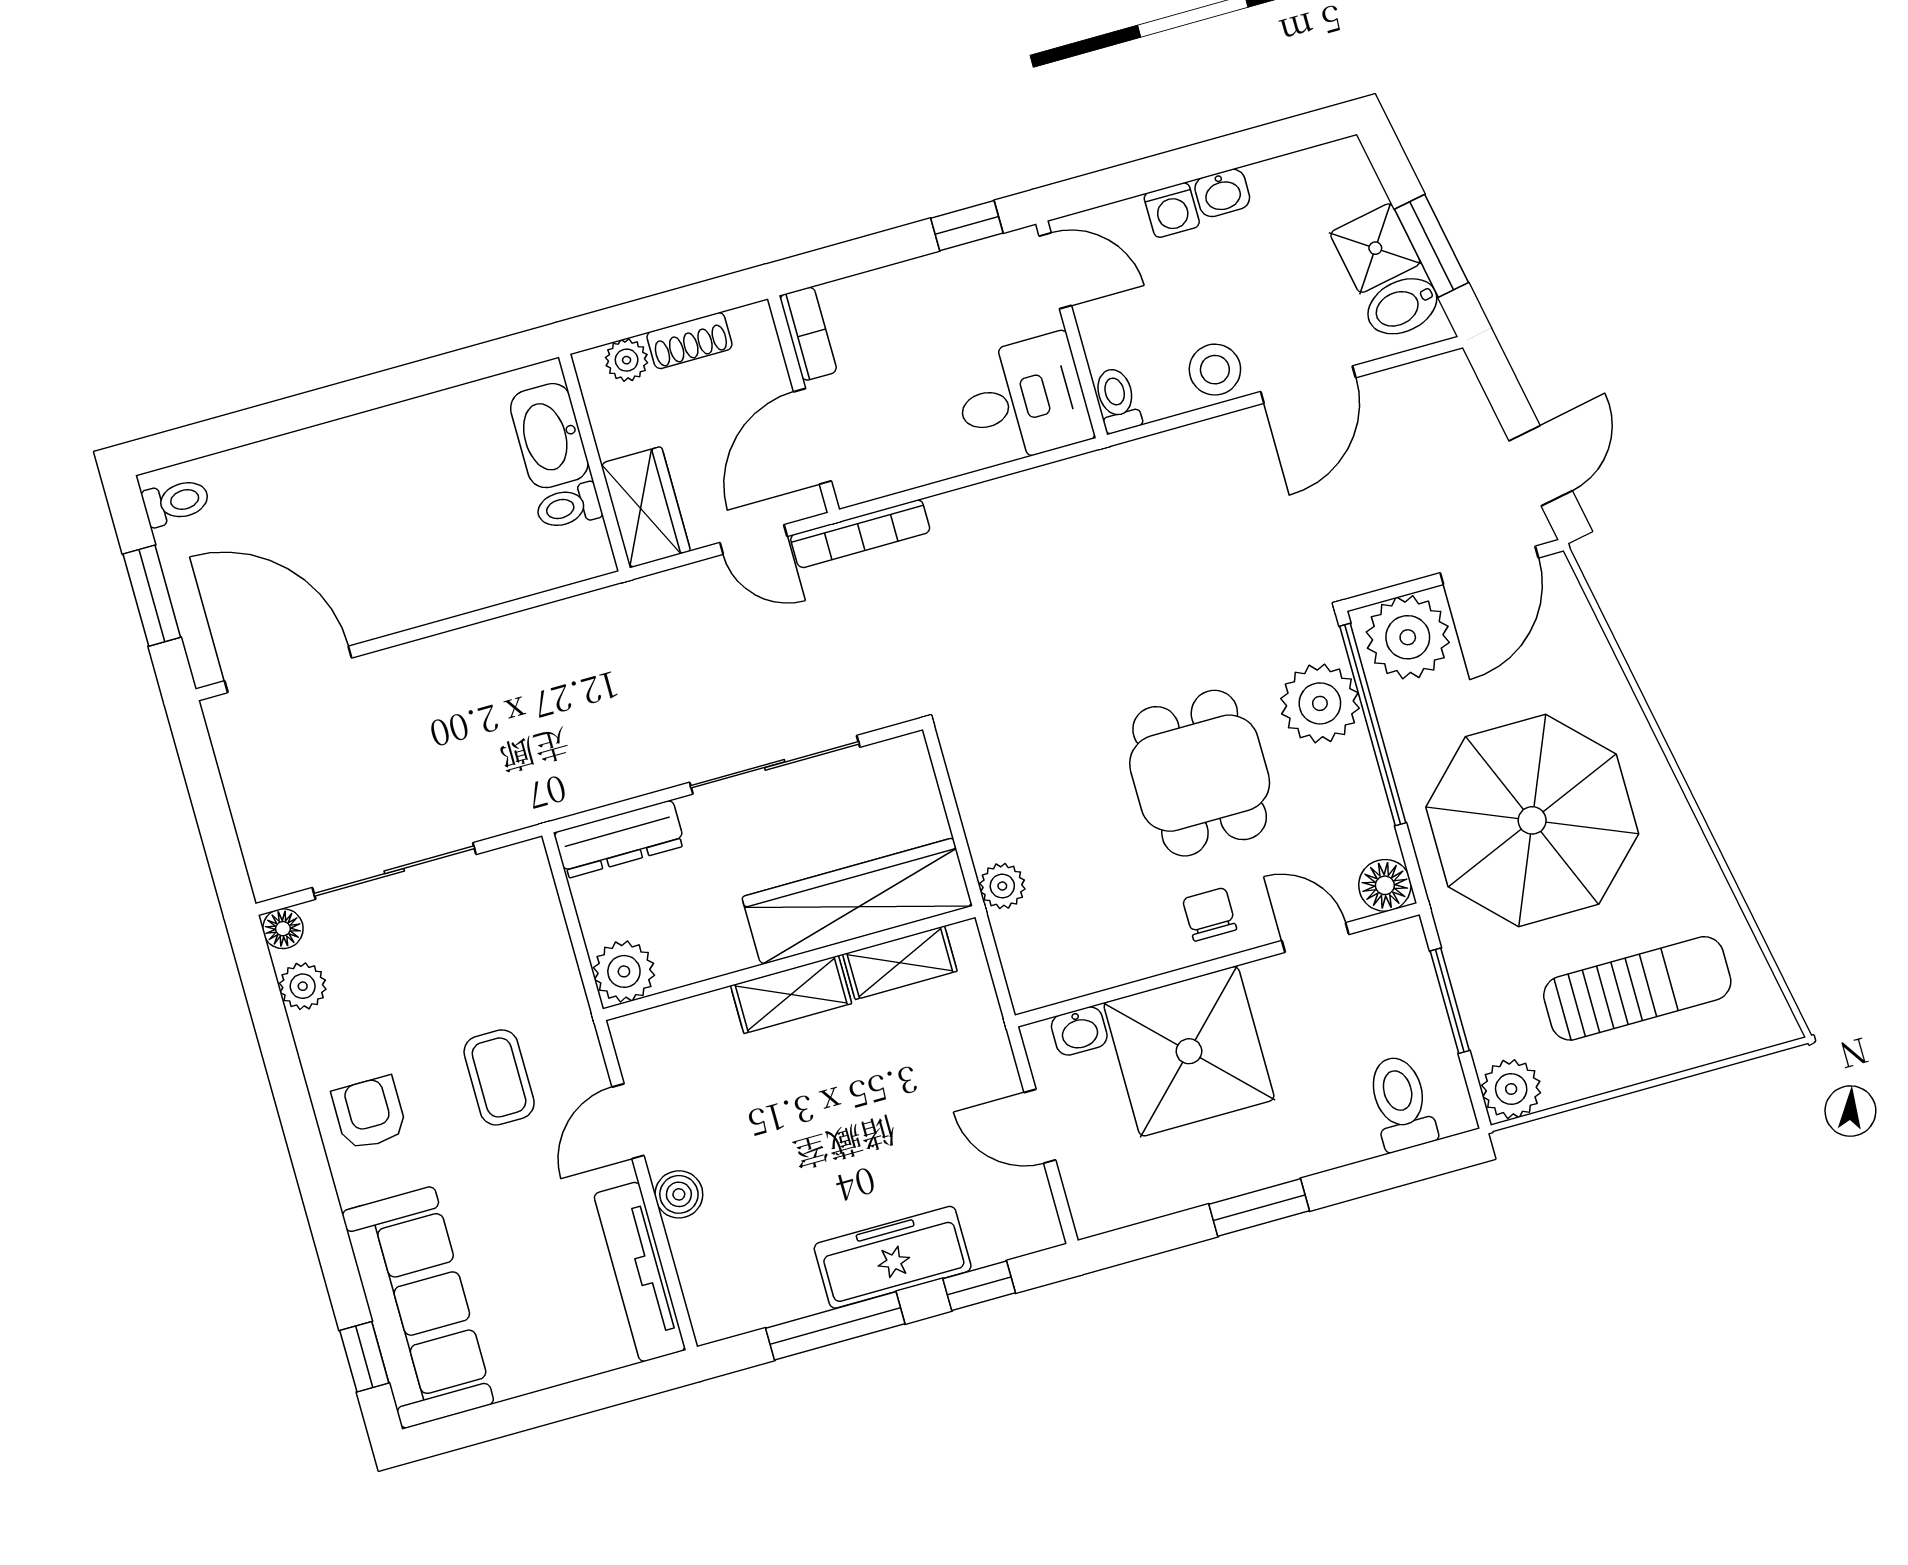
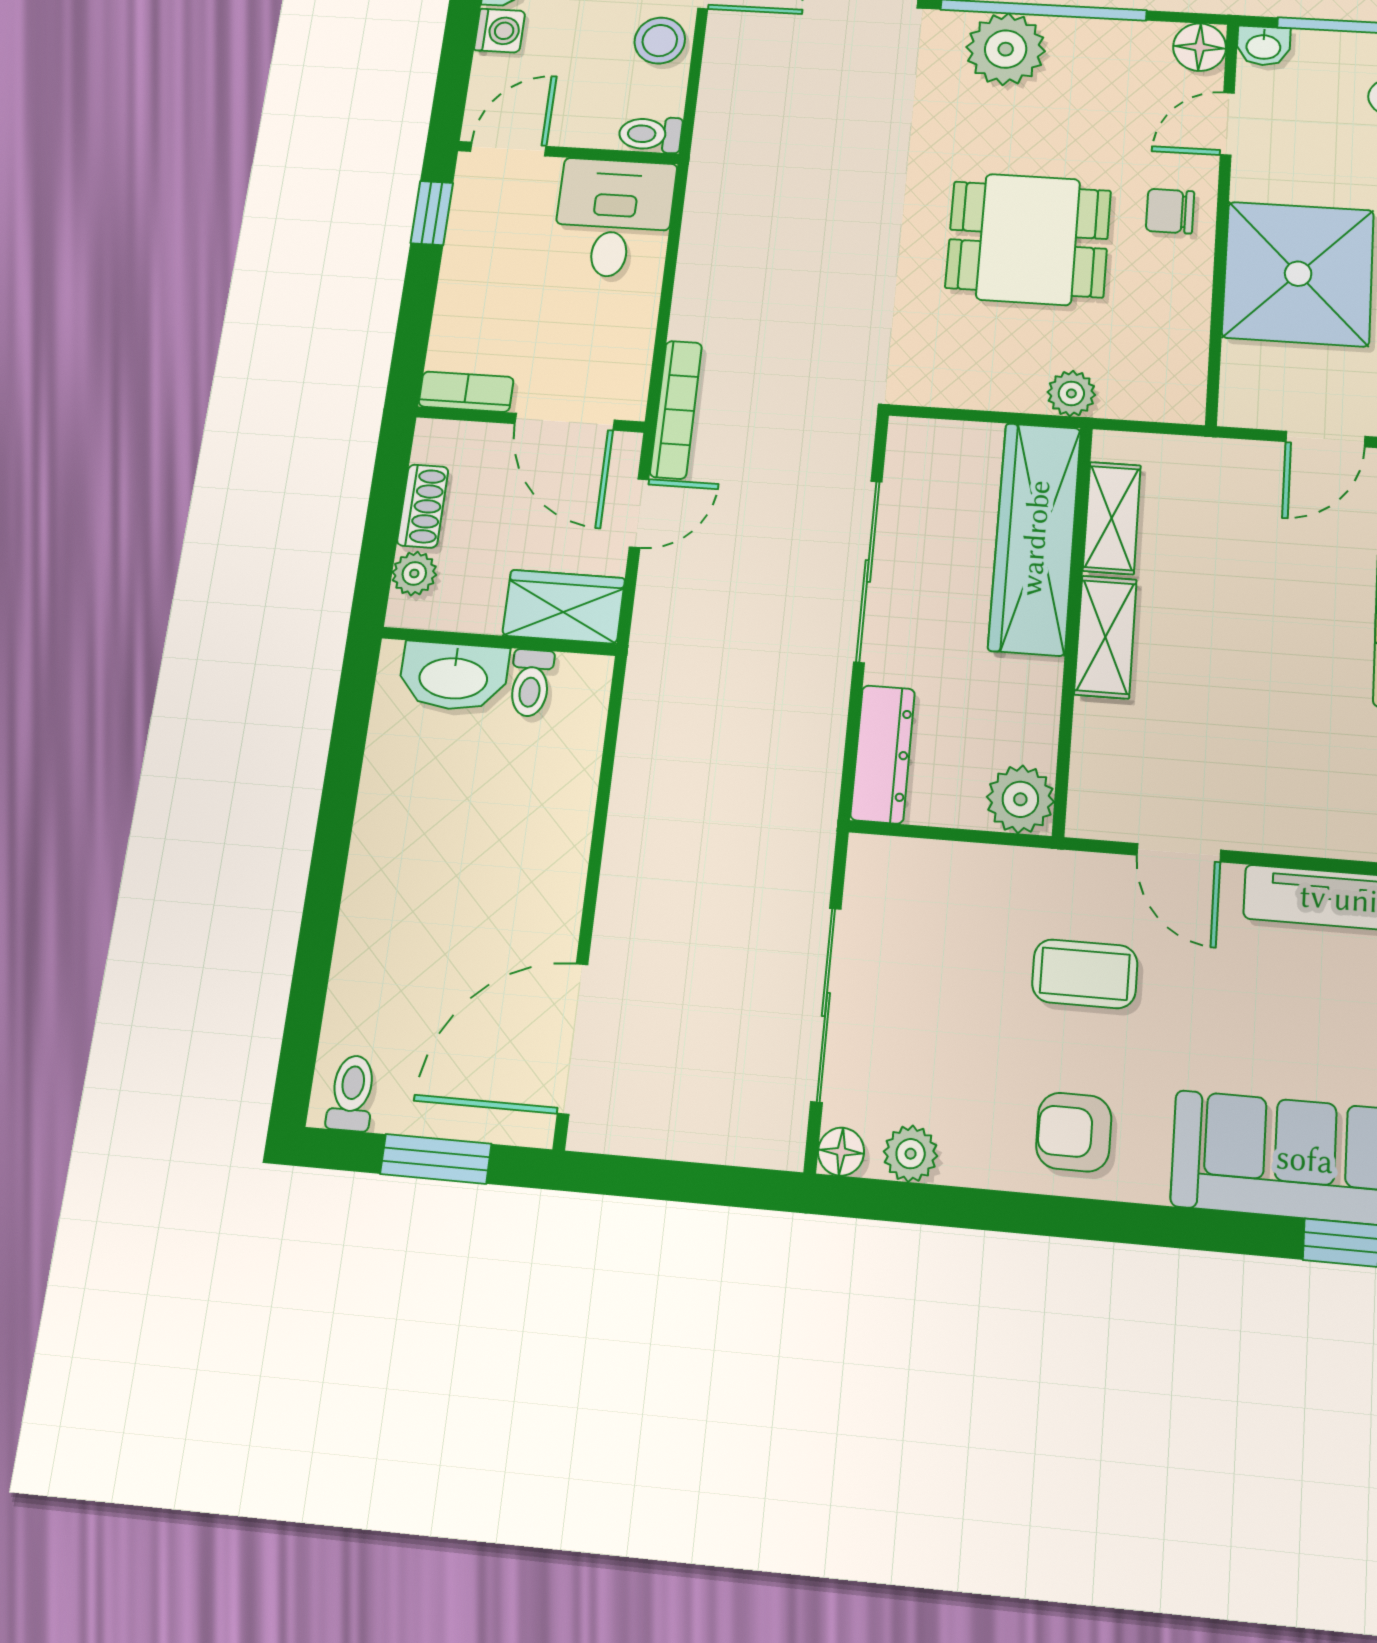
dining table: (1200, 773) -> (1028, 239), moved
washbasin: (1079, 1031) -> (1263, 46), moved, turned 90
boiler: (679, 1194) -> (1274, 827), removed

